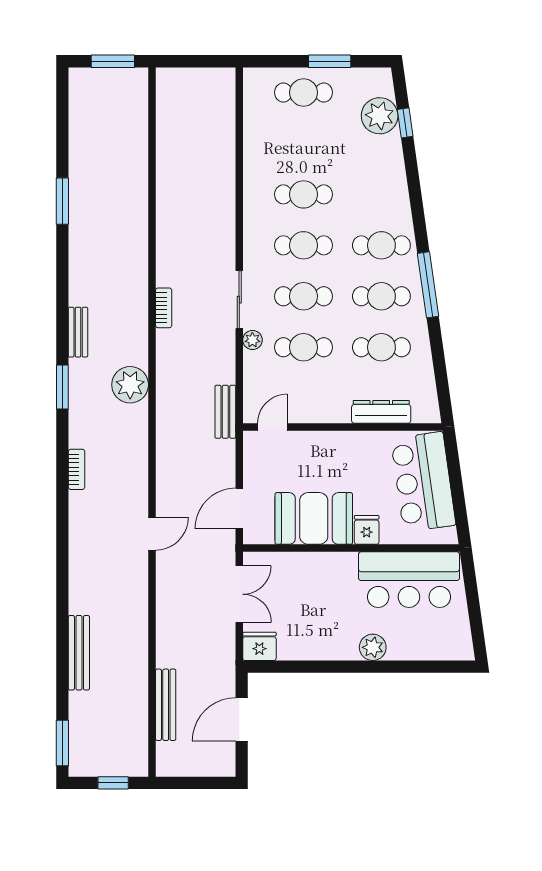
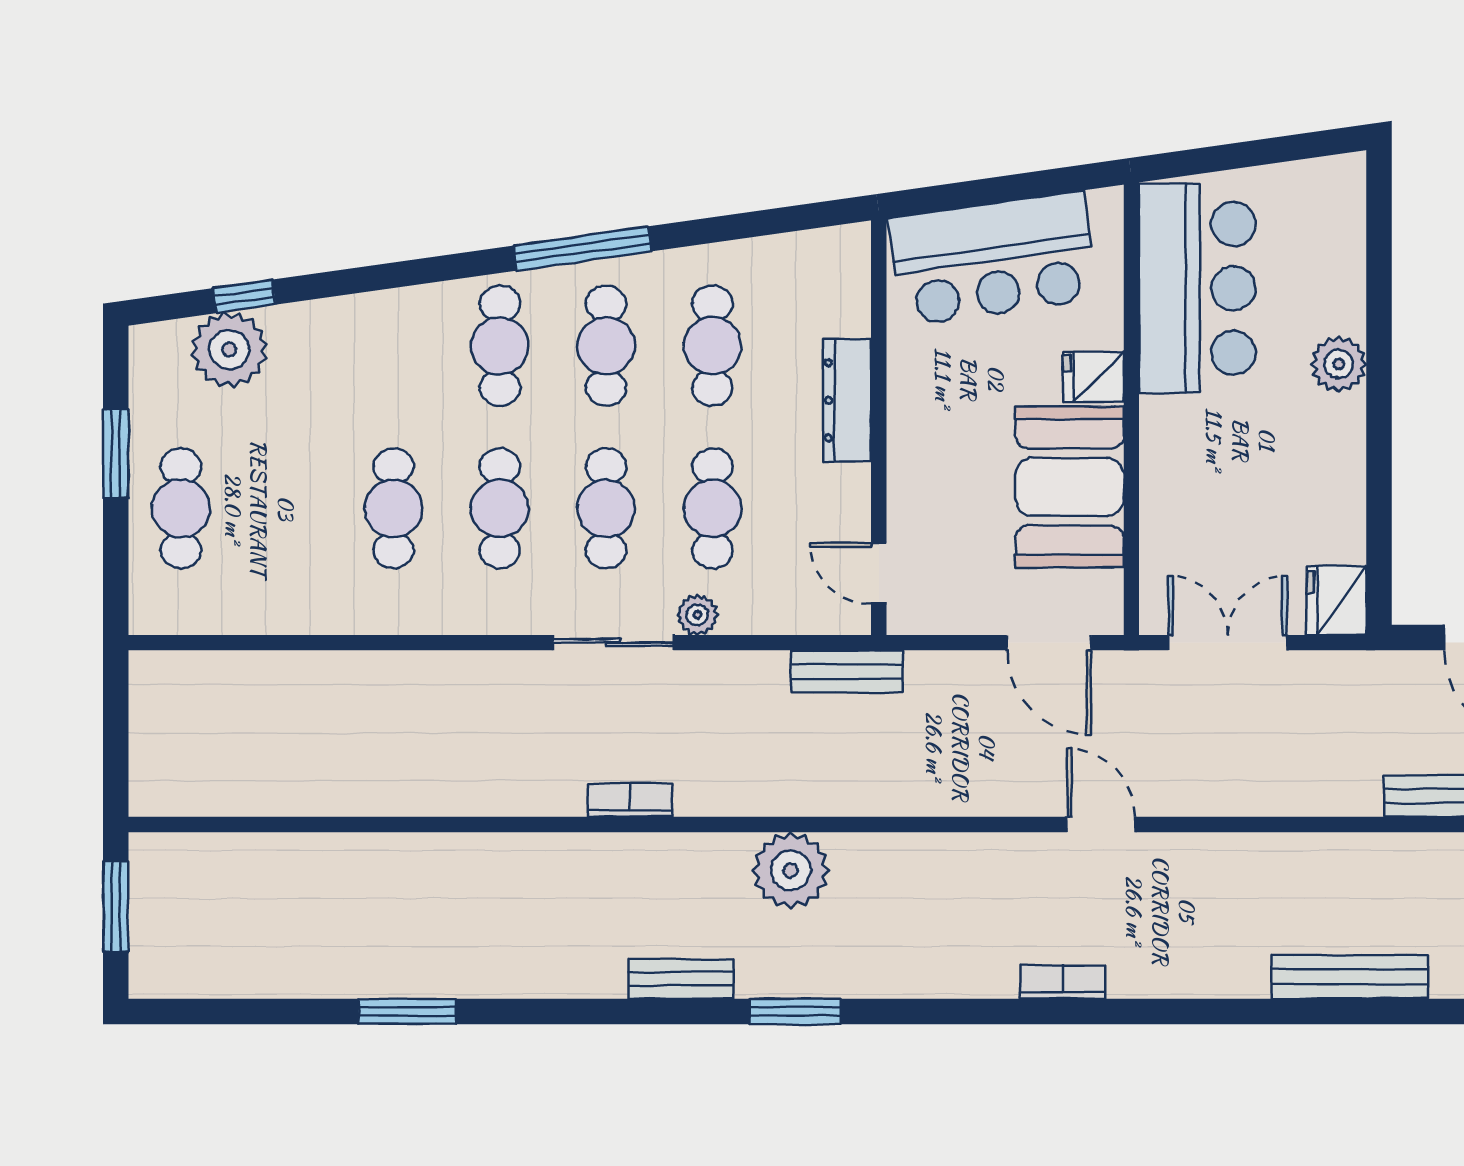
dresser: (381, 412) -> (847, 400), moved
bookcase: (77, 469) -> (1063, 982), moved

